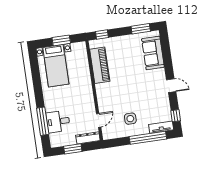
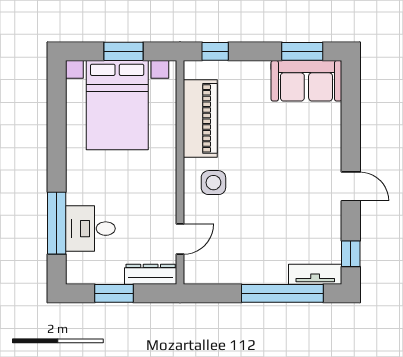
sofa: (153, 53) -> (306, 81), moved, turned -90
bed with nightstands: (56, 66) -> (117, 105), width x1.36
side table: (130, 119) -> (213, 183), moved

